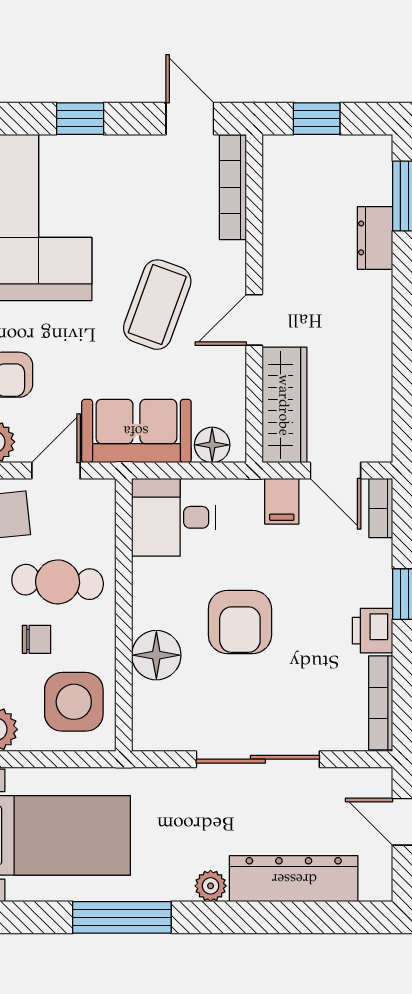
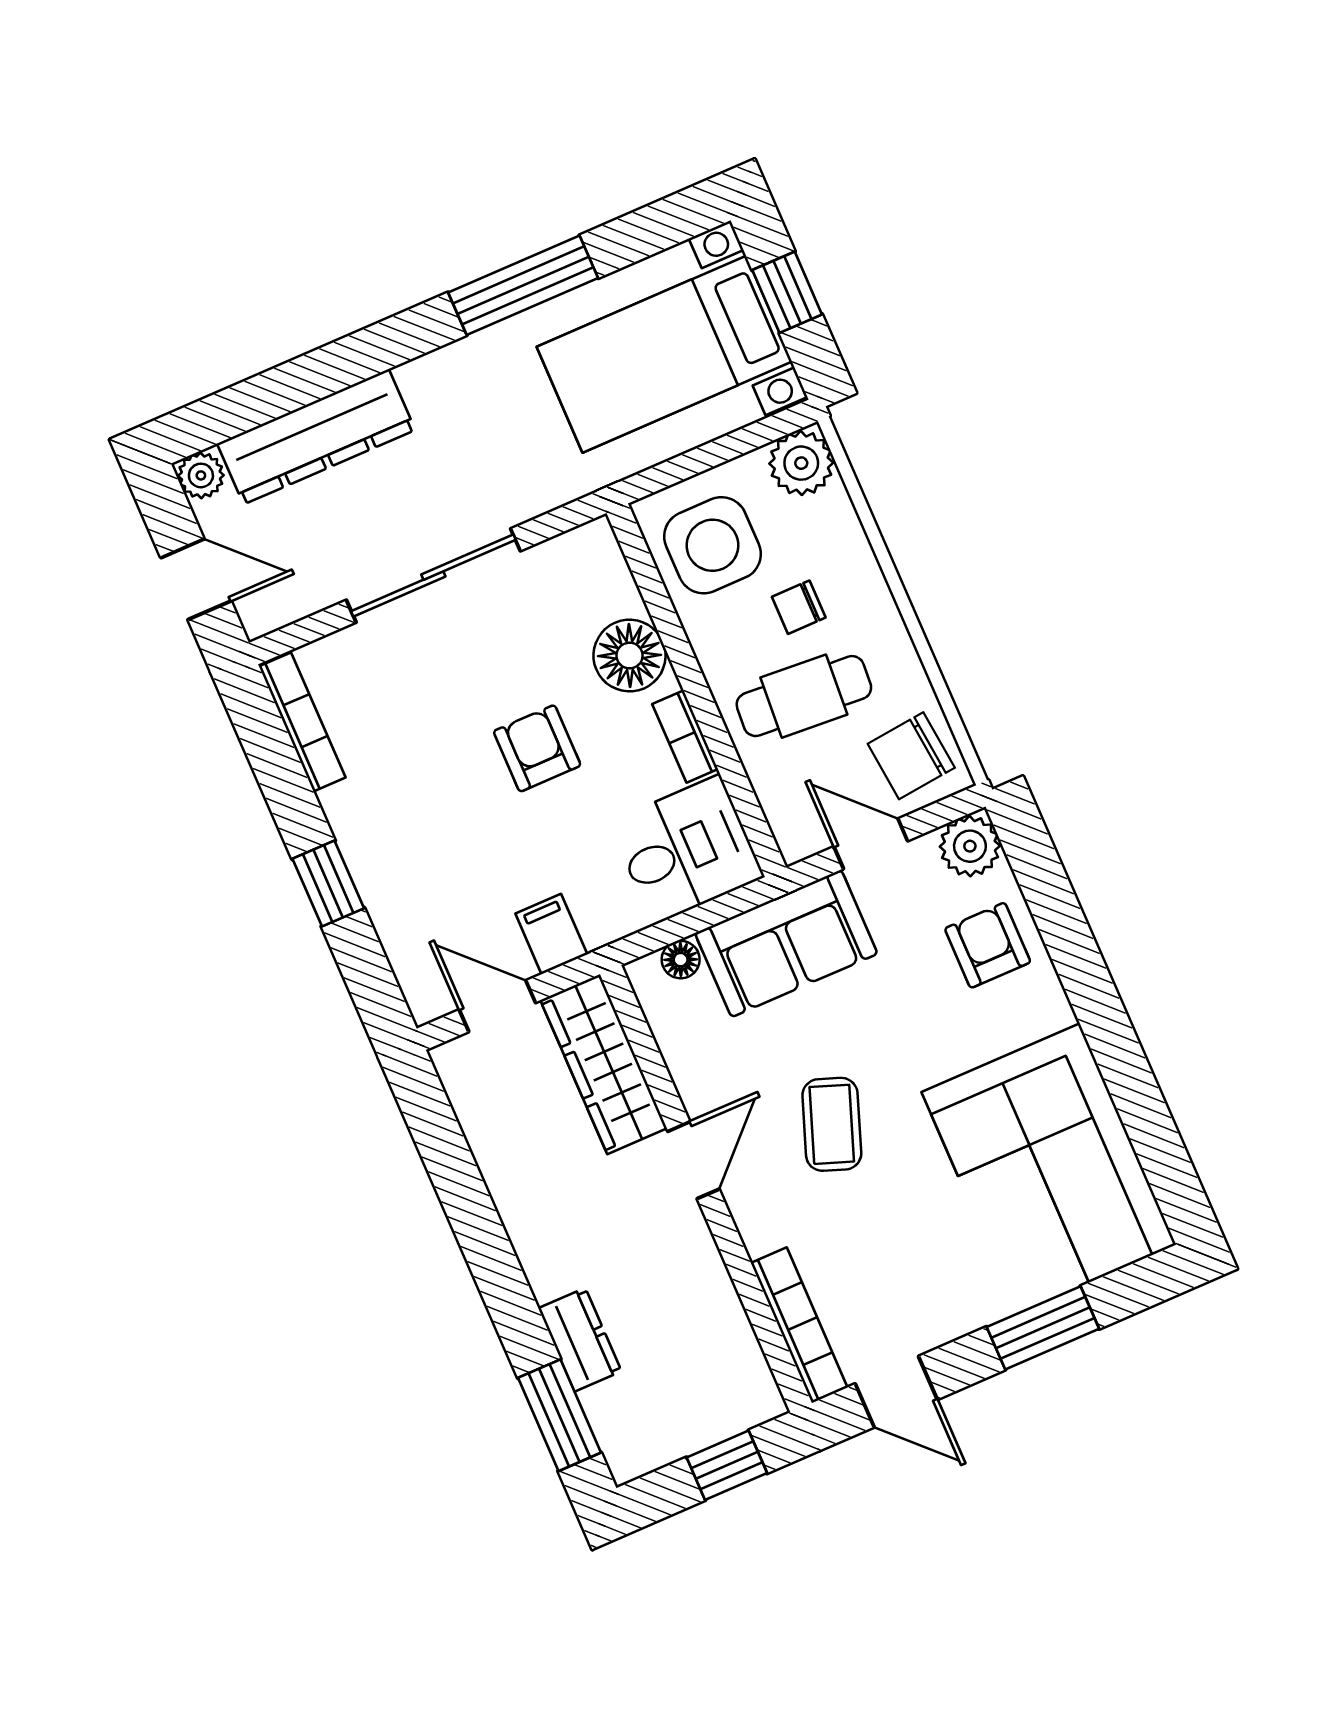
window: (80, 119) -> (1043, 1328), width x1.50
coffee table: (157, 305) -> (832, 1124), width x0.73, depth x0.77
floor lamp: (212, 445) -> (681, 960), width x0.73, depth x0.73
door: (56, 471) -> (871, 844), swing flipped
bookcase: (381, 508) -> (685, 736), moved, turned 180
armchair: (240, 622) -> (537, 748), width x0.72, depth x0.72
printer: (372, 631) -> (355, 814), removed
plant: (211, 886) -> (201, 475), moved

